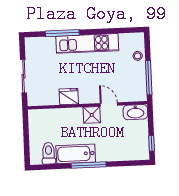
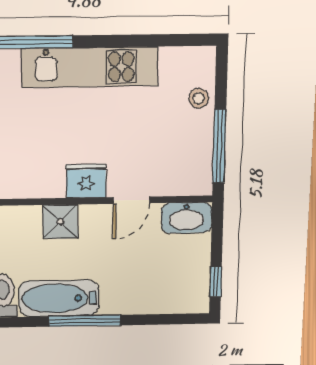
fridge: (69, 96) -> (86, 181), moved
door: (109, 104) -> (131, 200), swing flipped
shower: (92, 115) -> (60, 222), moved

